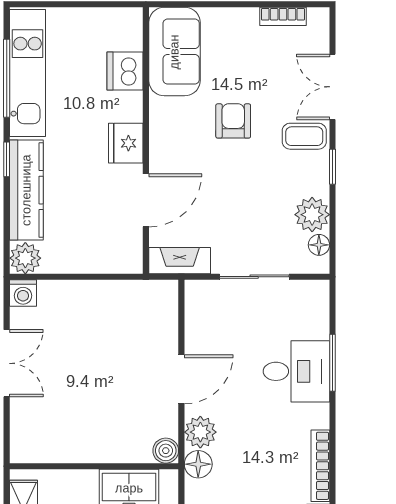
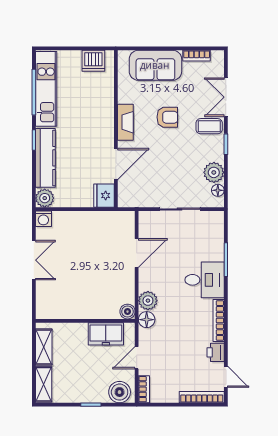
sofa: (174, 52) -> (155, 65), moved, turned 90
dishwasher: (125, 71) -> (93, 61), moved, turned -90
armchair: (233, 121) -> (167, 117), turned 90
fridge: (126, 143) -> (104, 196), moved
fireplace: (180, 261) -> (125, 122), moved, turned 90
desk: (296, 371) -> (205, 280), moved
door: (181, 379) -> (137, 253), moved

